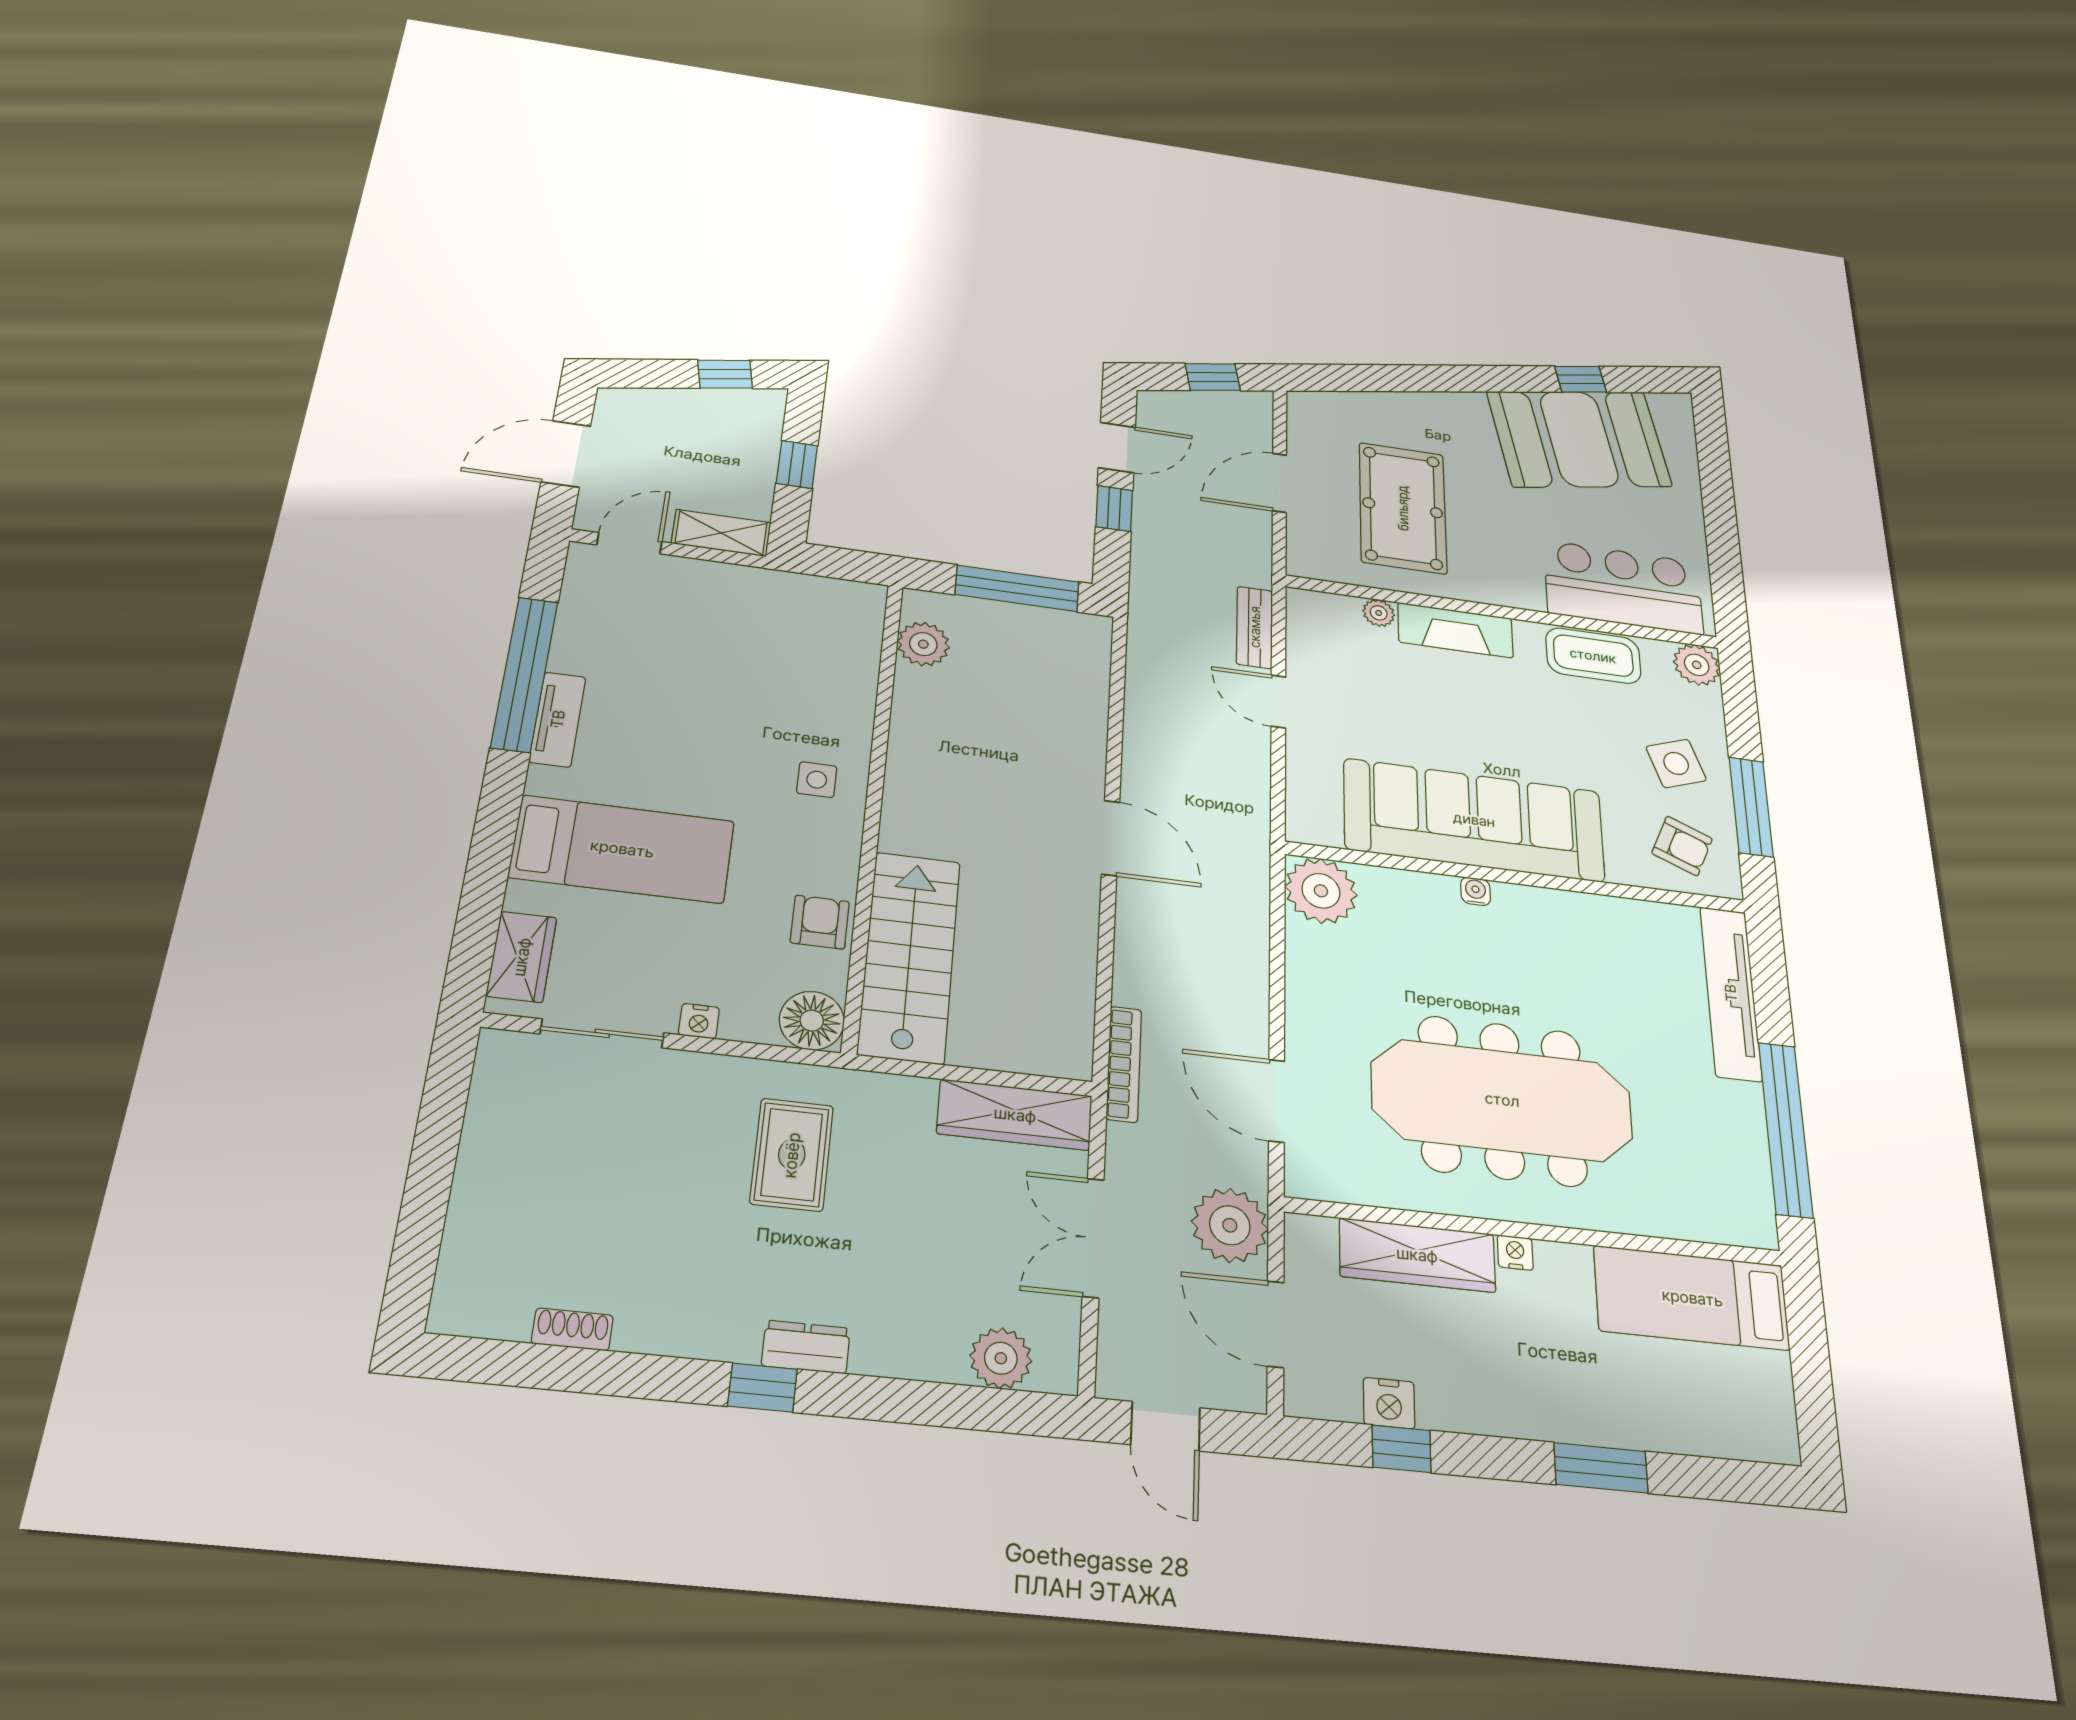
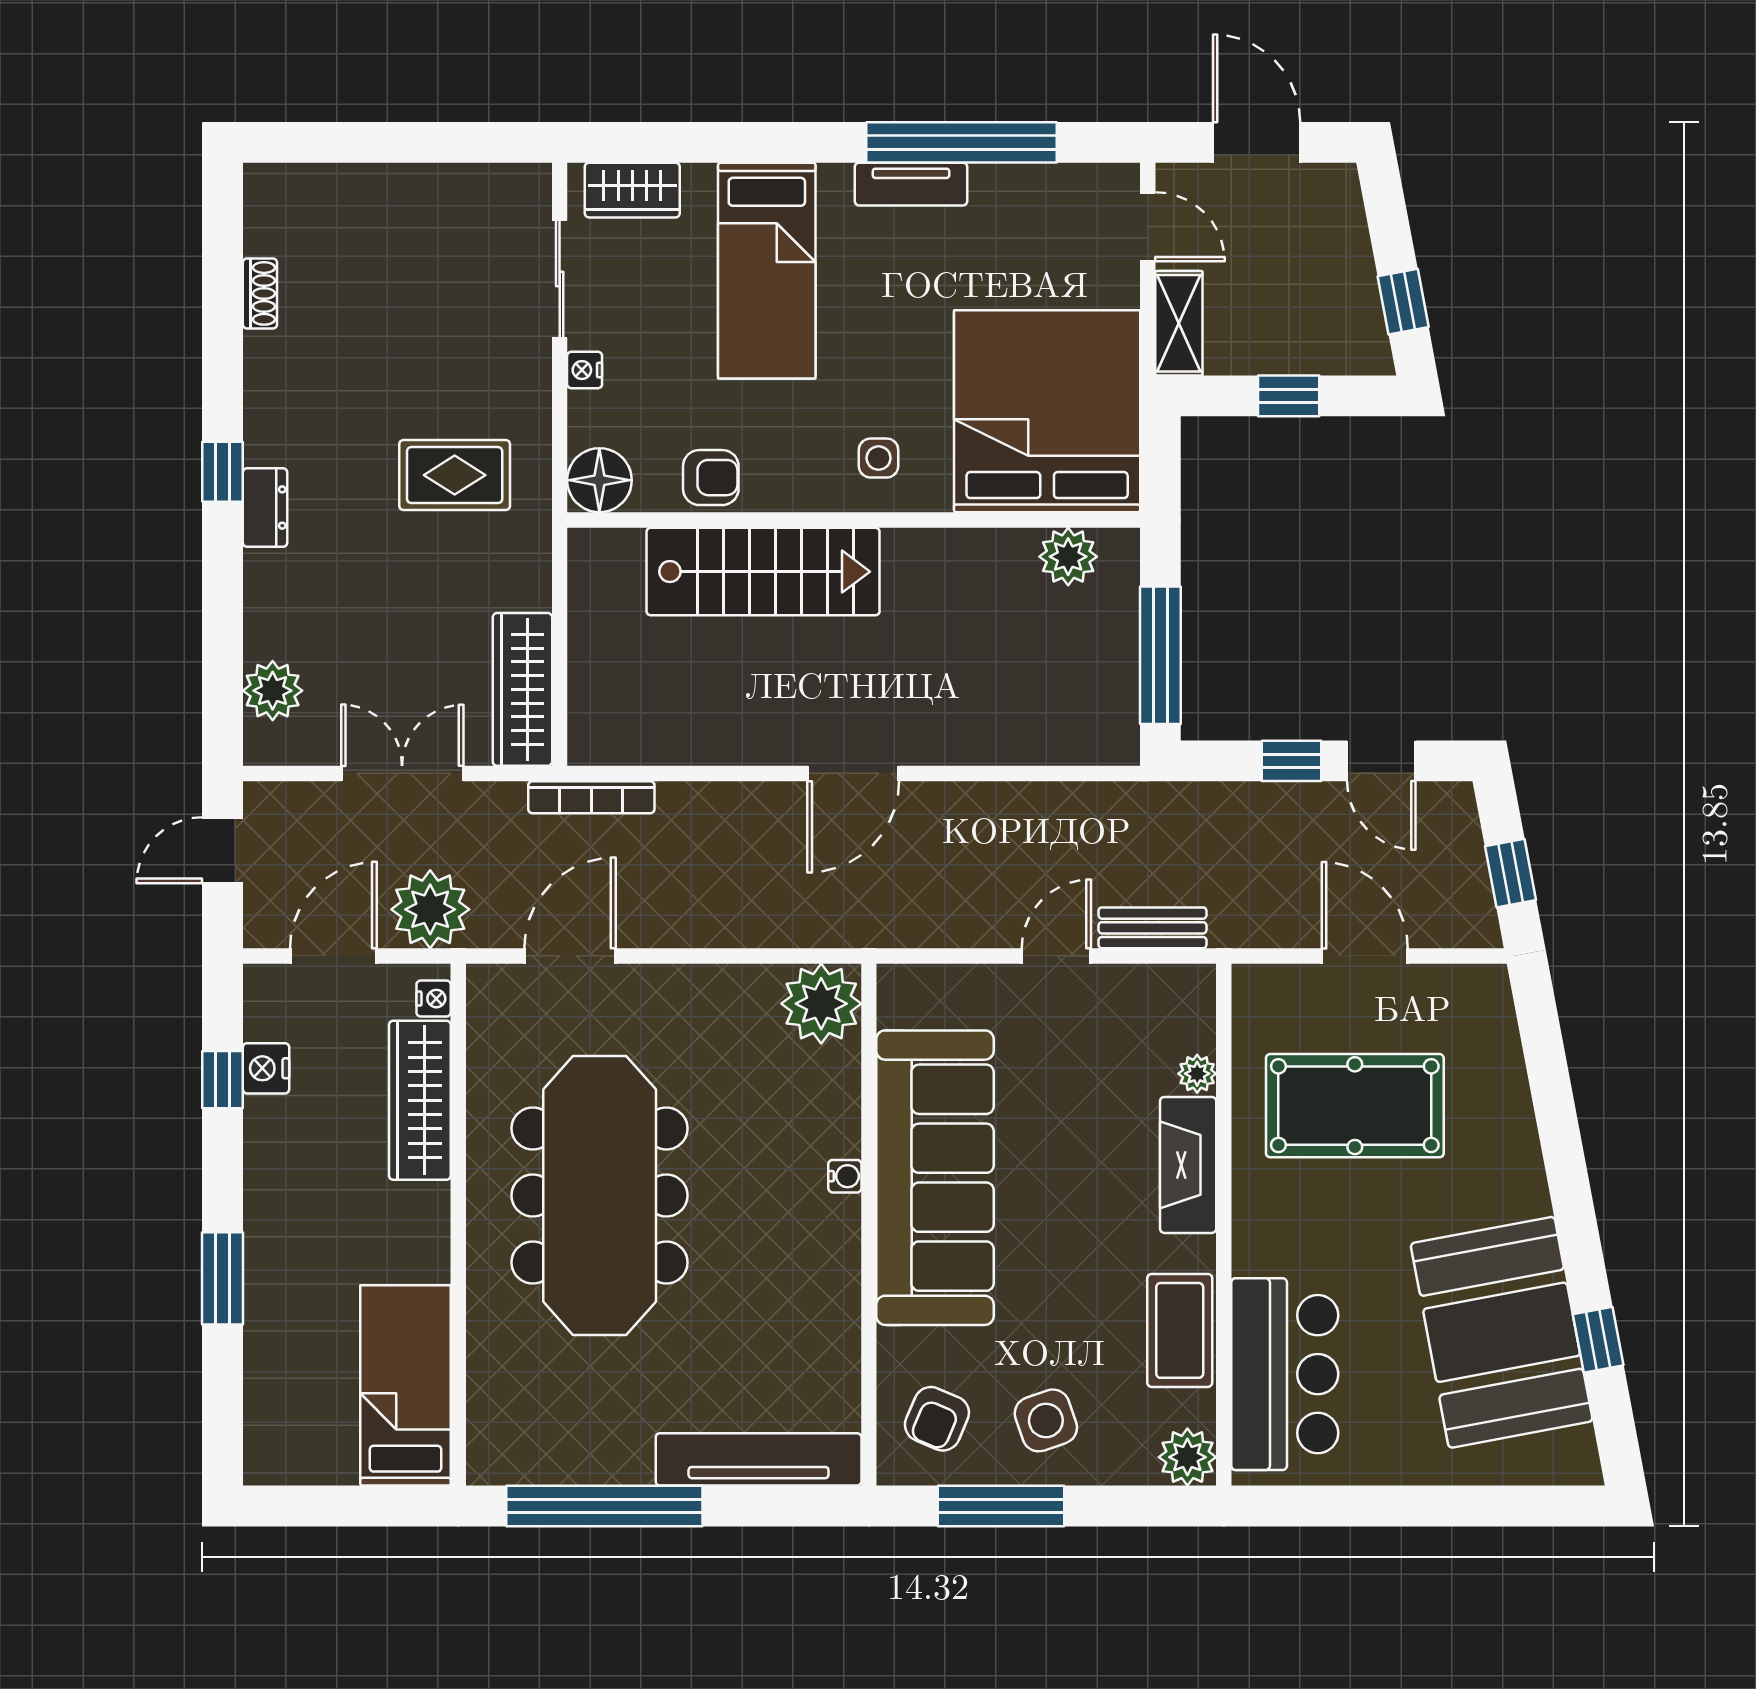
bed: (789, 642) -> (1047, 411), added
stairs: (909, 957) -> (763, 572), moved
nightstand: (1515, 1253) -> (434, 999), moved

